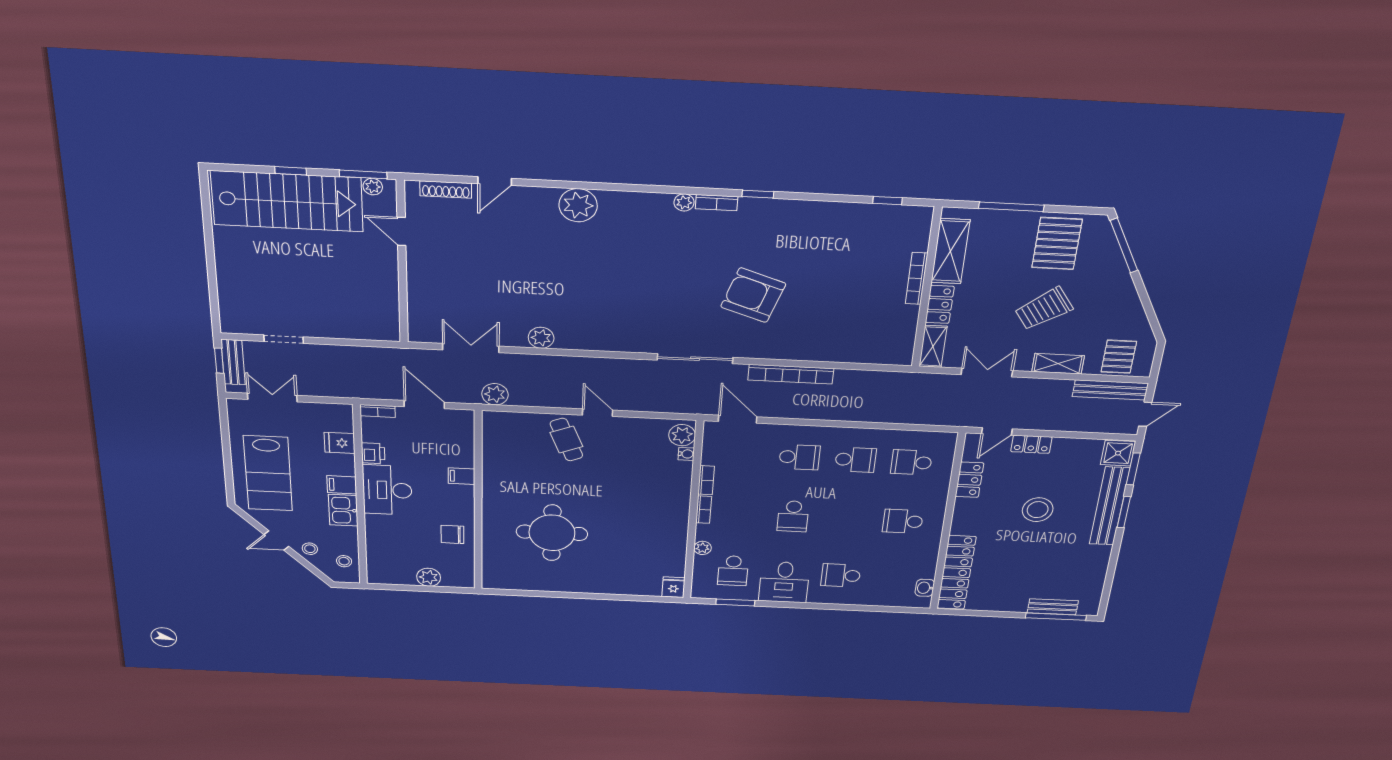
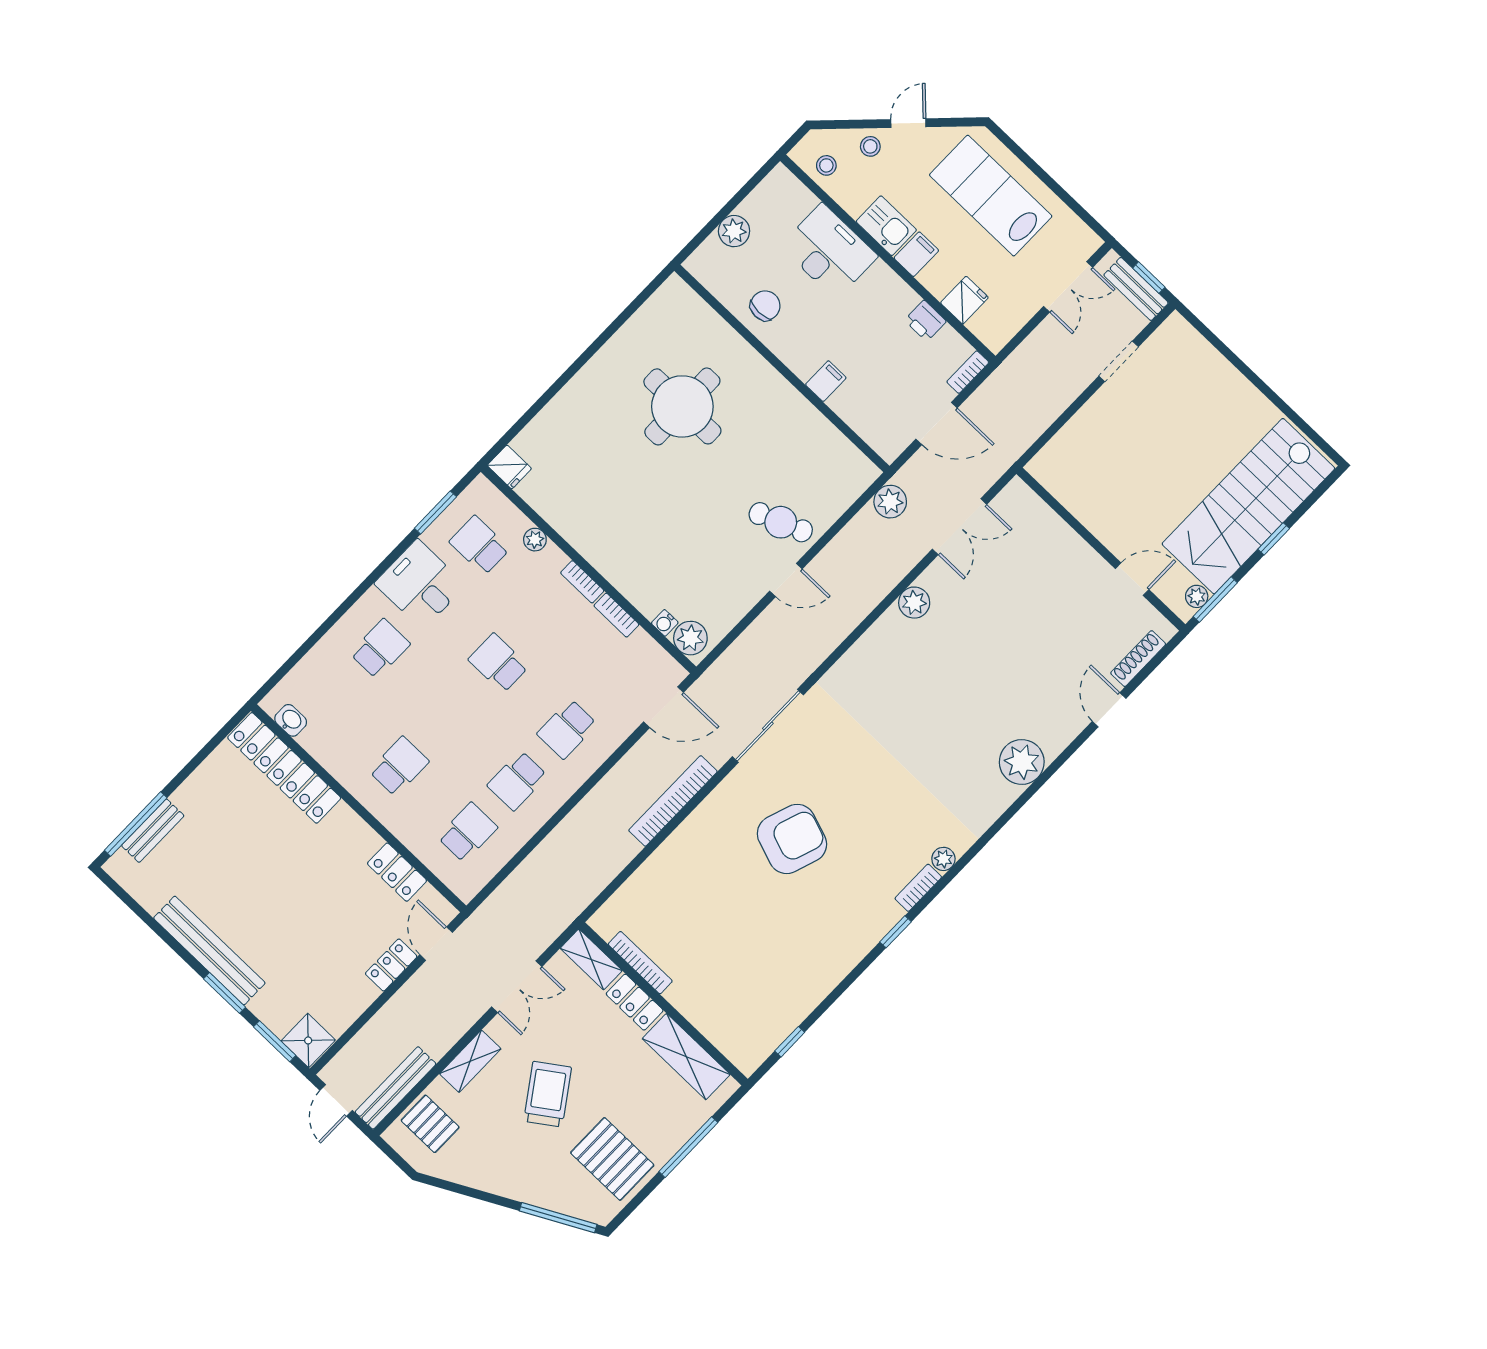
bookcase: (917, 279) -> (640, 963), moved
desk: (387, 490) -> (829, 251), moved
bench: (1110, 506) -> (209, 951), moved
stool: (1038, 510) -> (300, 910), removed

